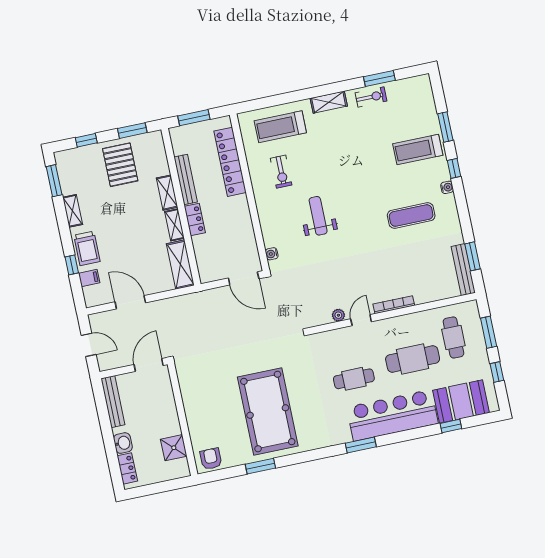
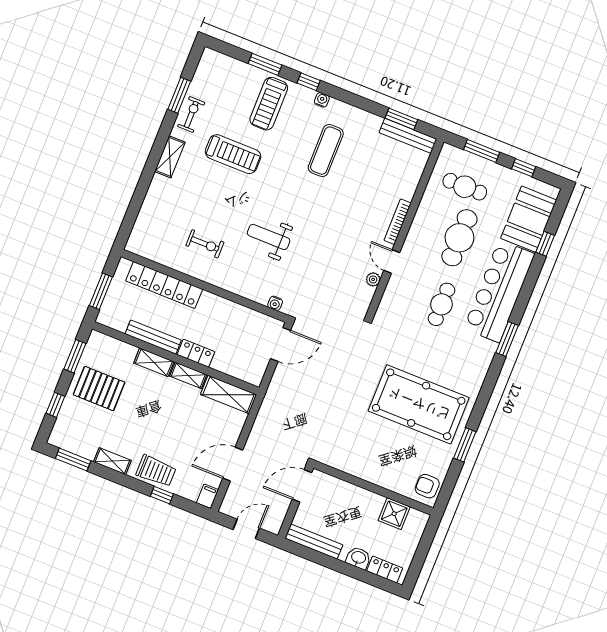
treadmill: (280, 127) -> (233, 154), moved, turned -90
filing cabinet: (89, 278) -> (207, 496), moved
door: (149, 365) -> (302, 486), hinge flipped

